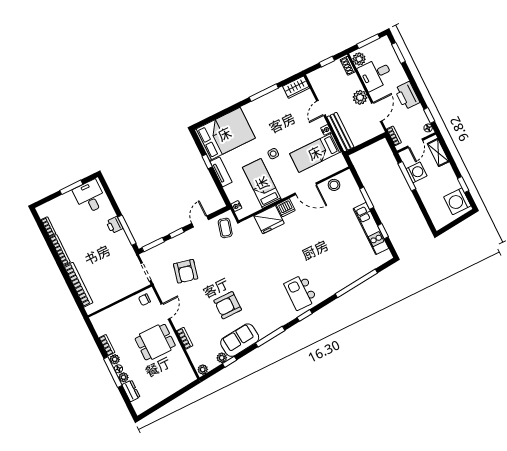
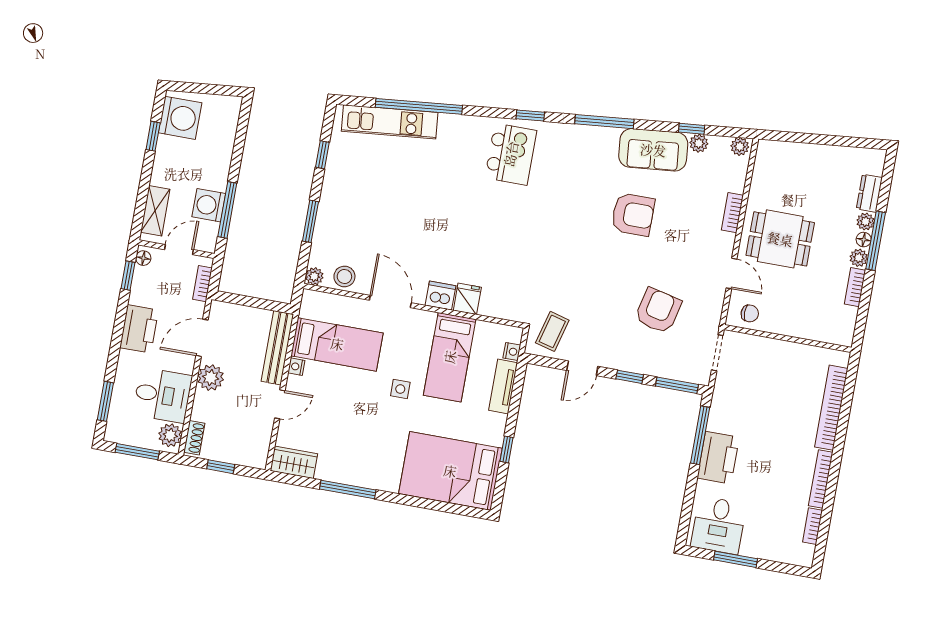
tv unit: (221, 172) -> (503, 387), moved
plant: (347, 175) -> (314, 276), added
fridge: (269, 220) -> (467, 299), width x0.53, depth x0.75
printer: (114, 225) -> (718, 458), width x1.87, depth x1.48
kitchen unit: (371, 228) -> (390, 122), moved, turned 85
door: (165, 311) -> (732, 273), swing flipped

